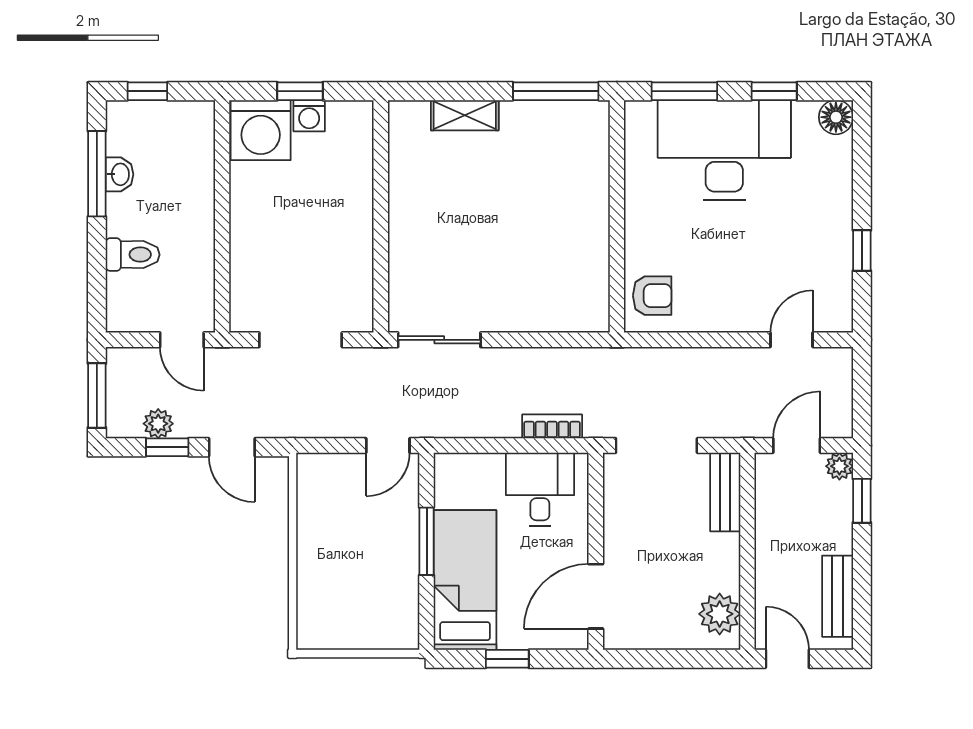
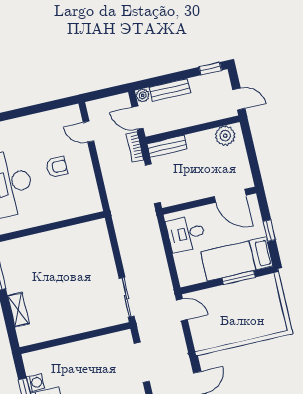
window: (862, 251) -> (39, 108), removed
armchair: (652, 296) -> (57, 167), moved, turned 90
bookcase: (552, 426) -> (135, 147), moved
window: (862, 501) -> (210, 69), moved
window: (427, 541) -> (239, 278), moved
bench: (838, 596) -> (170, 90), moved
door: (787, 659) -> (239, 99), swing flipped

